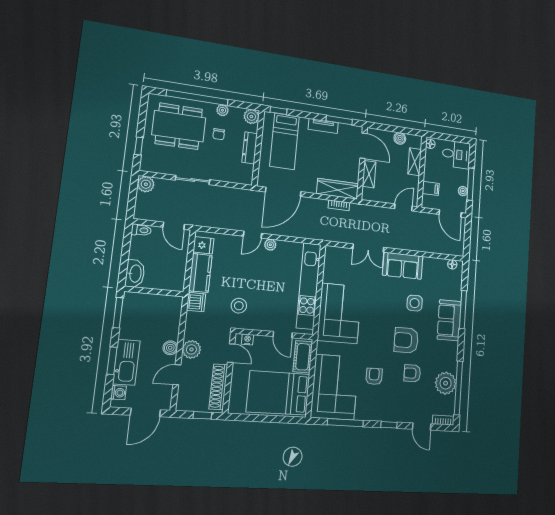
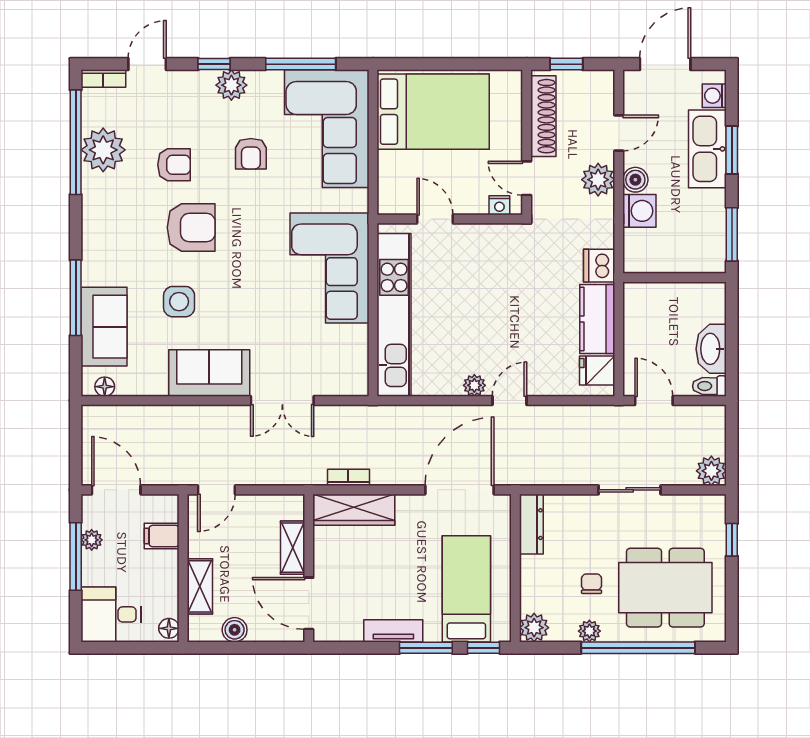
window: (339, 120) -> (426, 648), moved
dresser: (250, 148) -> (531, 524), moved
double door: (368, 248) -> (282, 401), swing flipped
washbasin: (135, 274) -> (711, 349), moved
stool: (239, 306) -> (521, 266), removed
sofa: (449, 320) -> (104, 327), moved
washing machine: (170, 330) -> (639, 211), added
cot: (303, 357) -> (393, 181), removed
plant: (381, 413) -> (231, 85), added
door: (422, 427) -> (147, 64), hinge flipped

